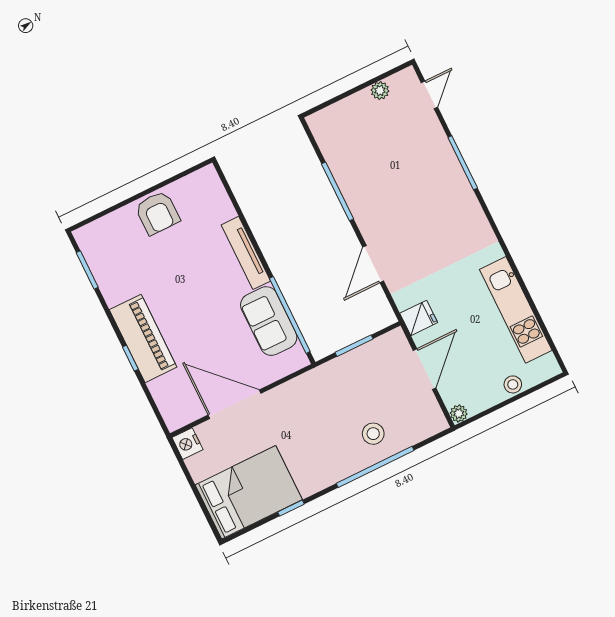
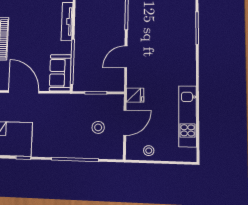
sofa: (269, 321) -> (60, 73), moved
stool: (513, 384) -> (149, 151), moved
plant: (459, 414) -> (131, 155), removed
stool: (373, 434) -> (98, 127), moved

